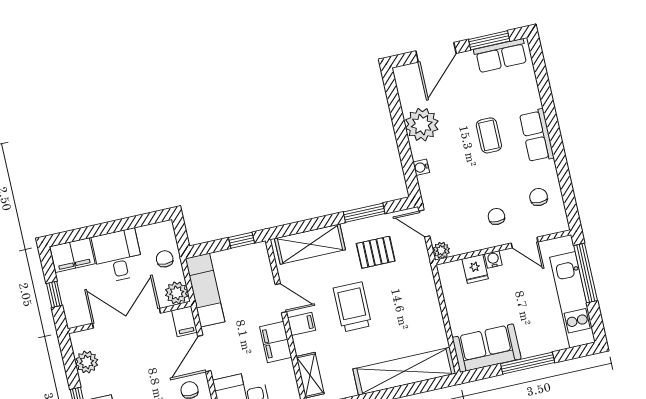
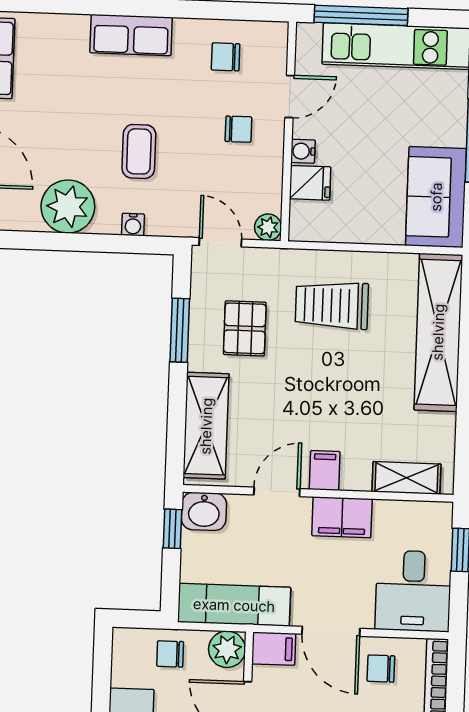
coffee table: (489, 135) -> (139, 151), moved, turned 90
chair: (496, 216) -> (238, 129), turned 180
door: (424, 224) -> (220, 242), swing flipped
washbasin: (257, 257) -> (204, 511), added
trolley: (352, 307) -> (332, 305), moved

